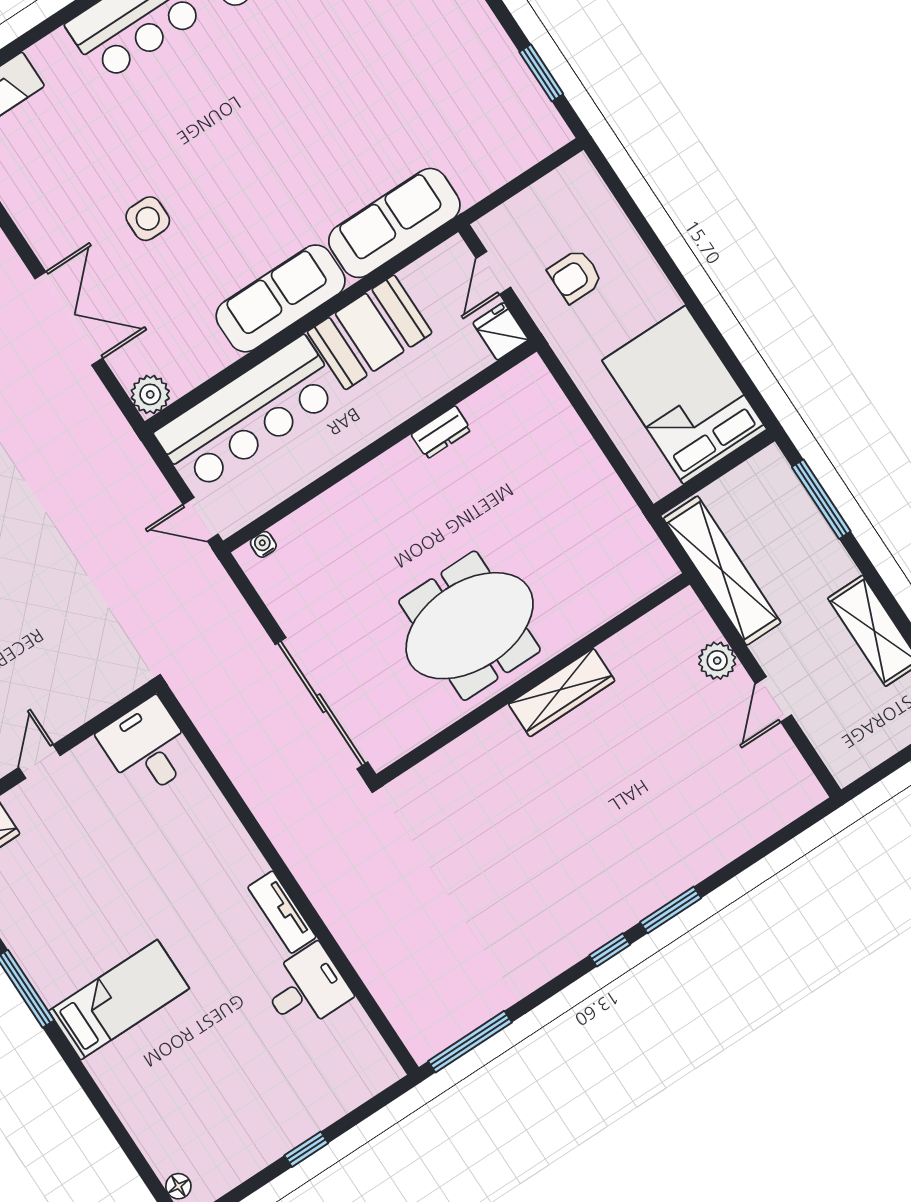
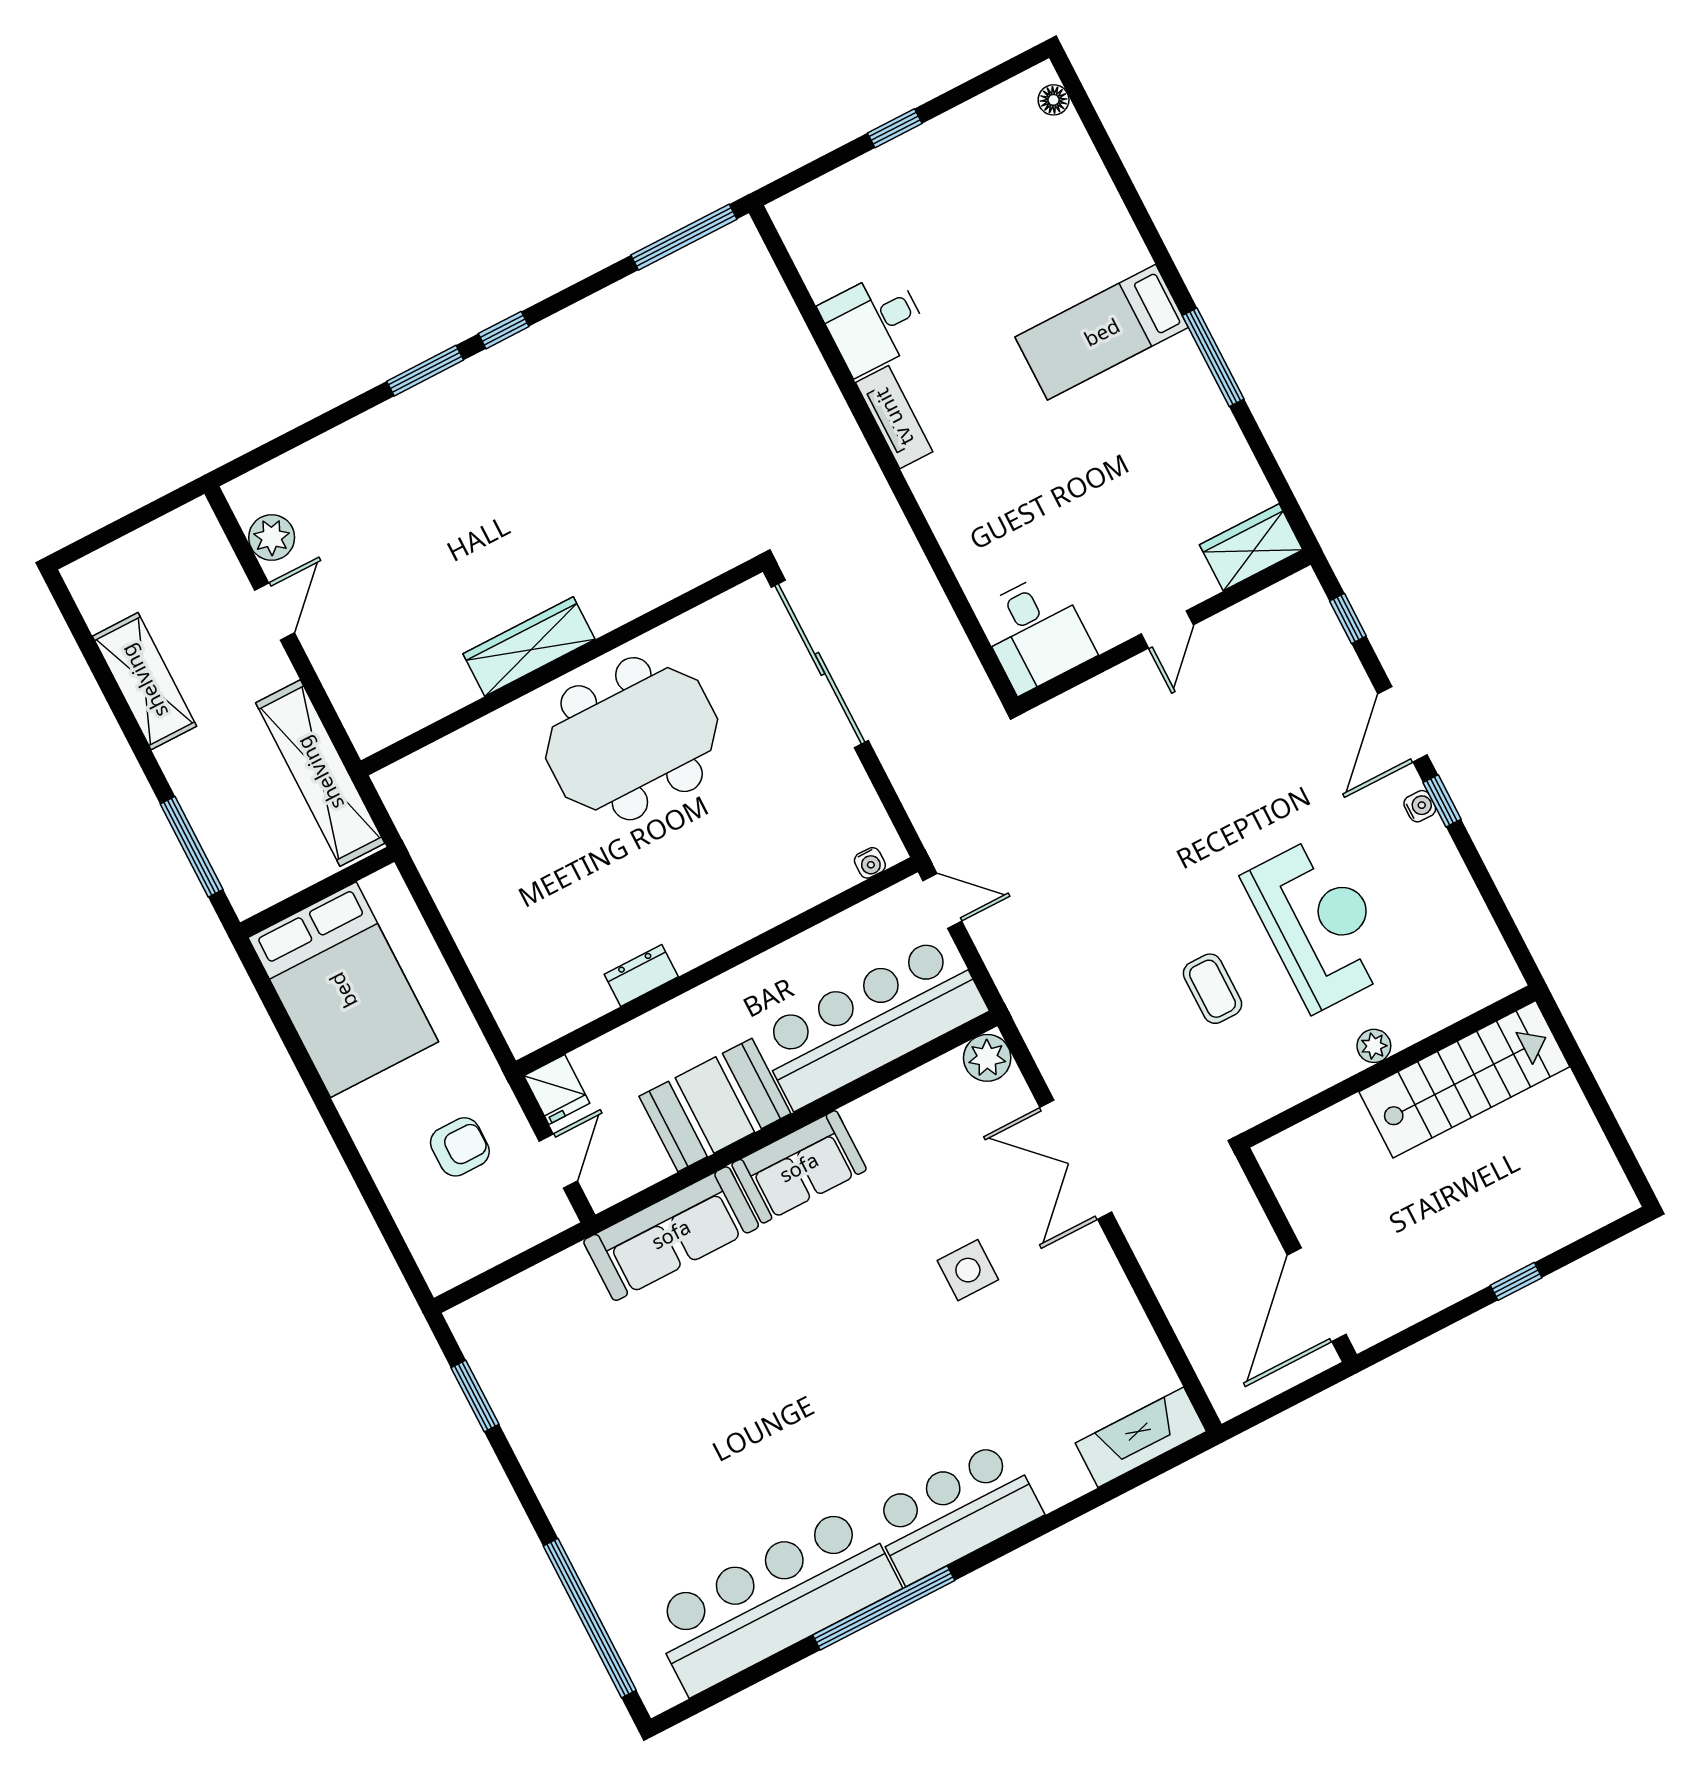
sofa: (281, 298) -> (799, 1167), width x0.73
plant: (717, 661) -> (272, 537), moved

